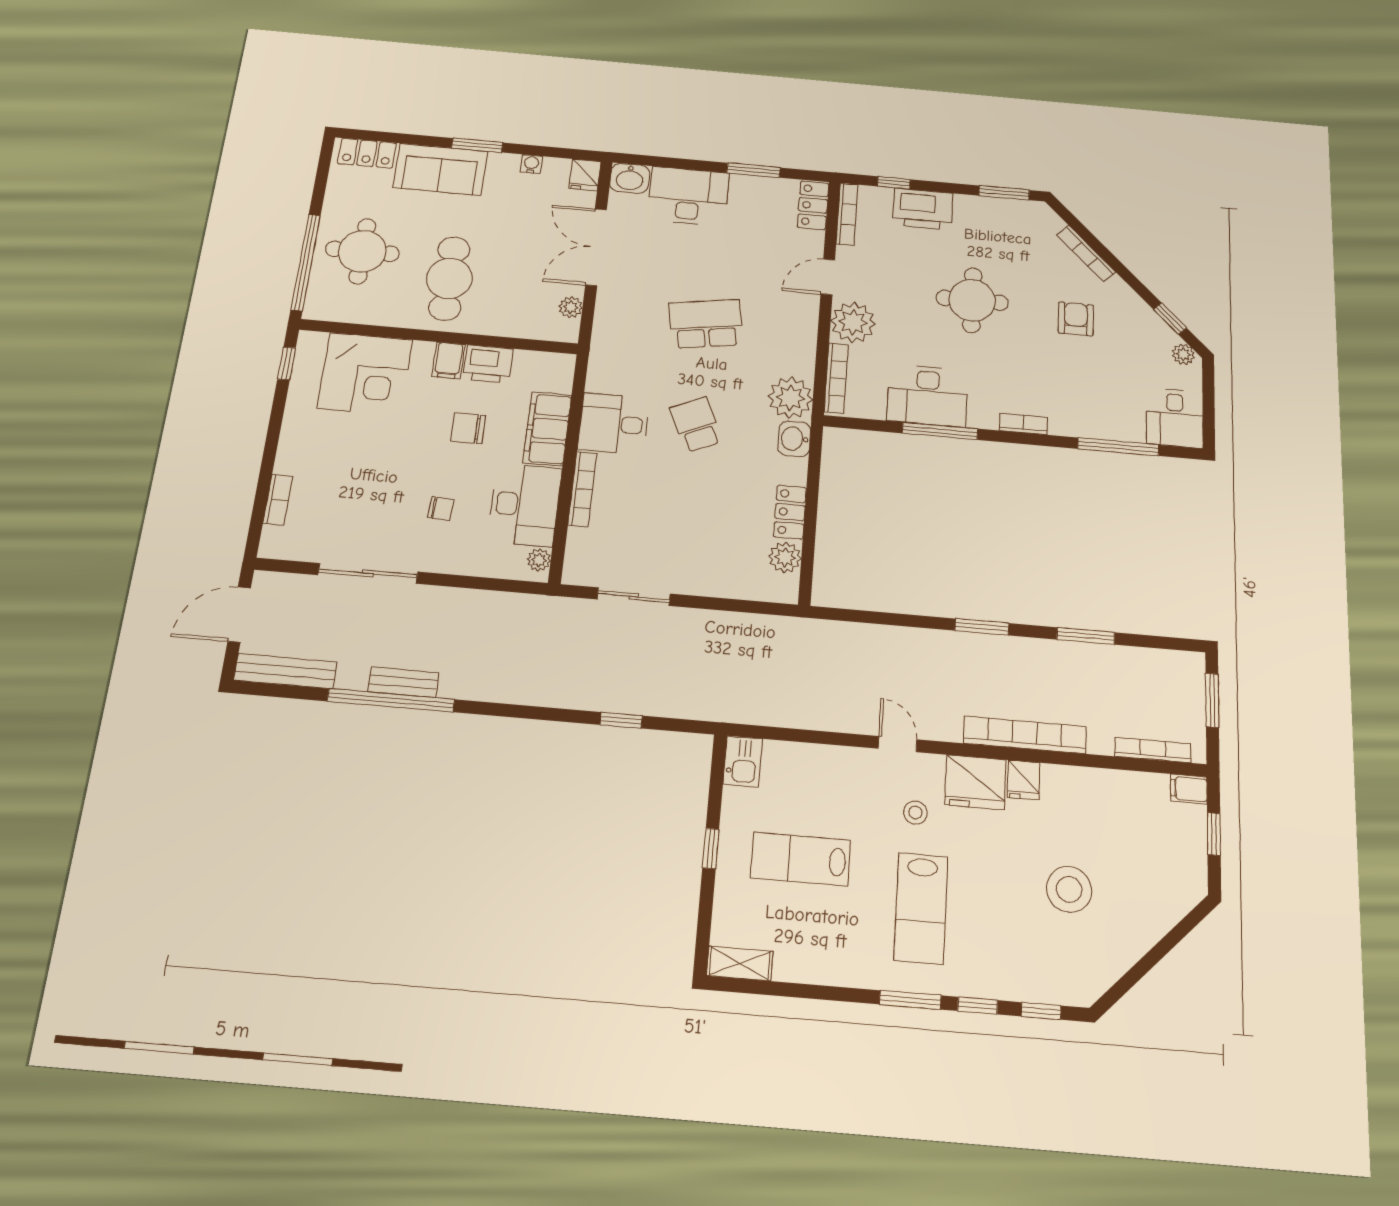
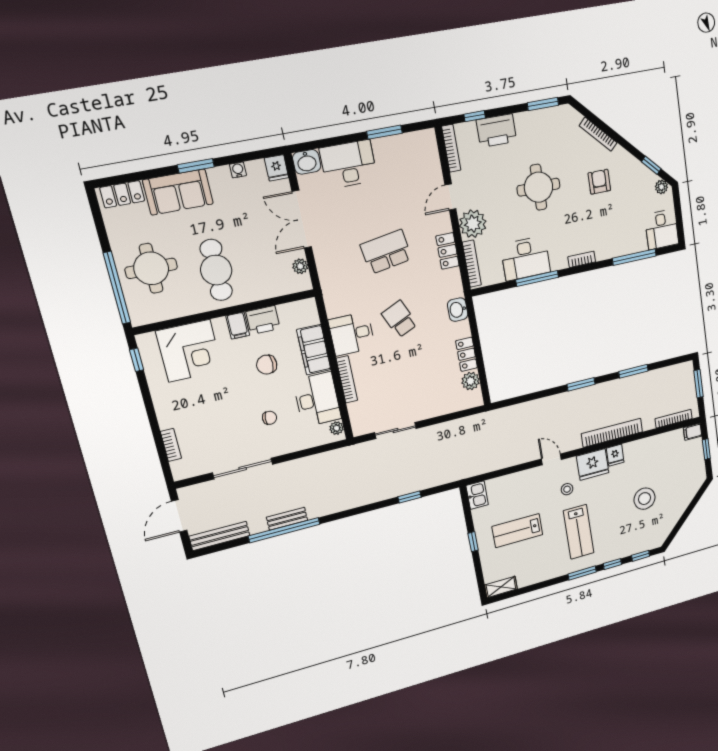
locker: (813, 205) -> (447, 251), moved
plant: (790, 398) -> (449, 285), removed

